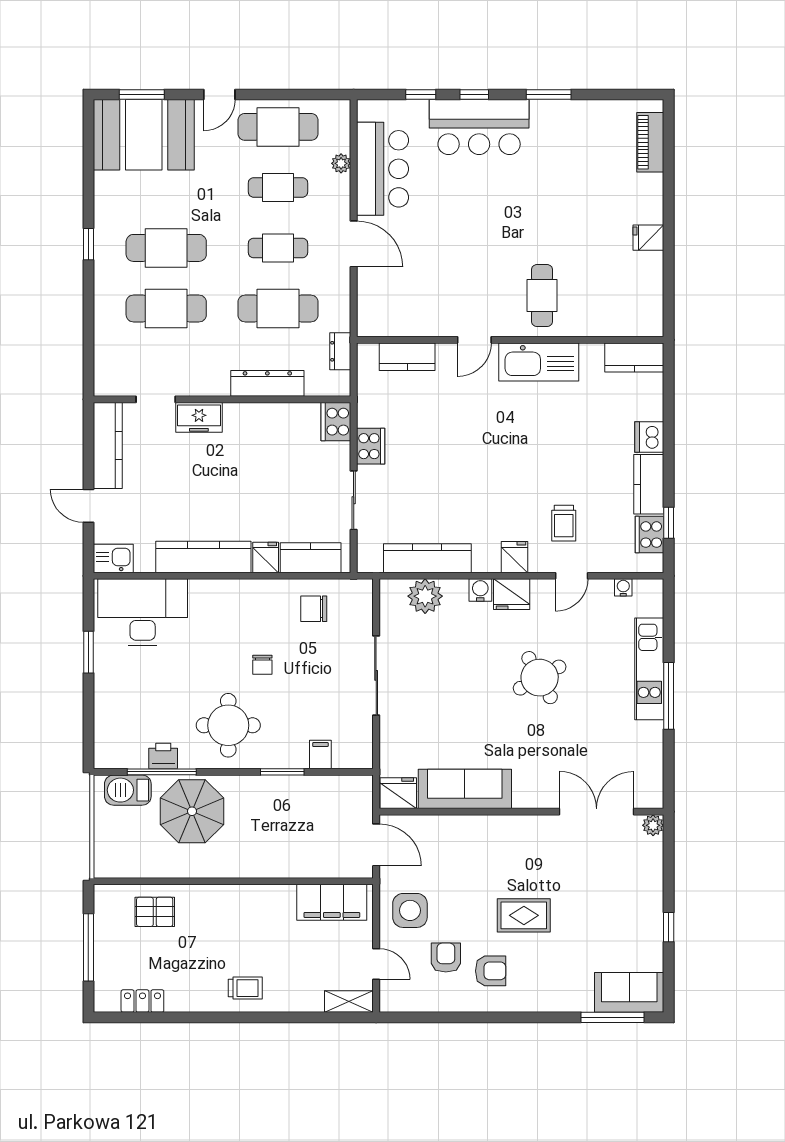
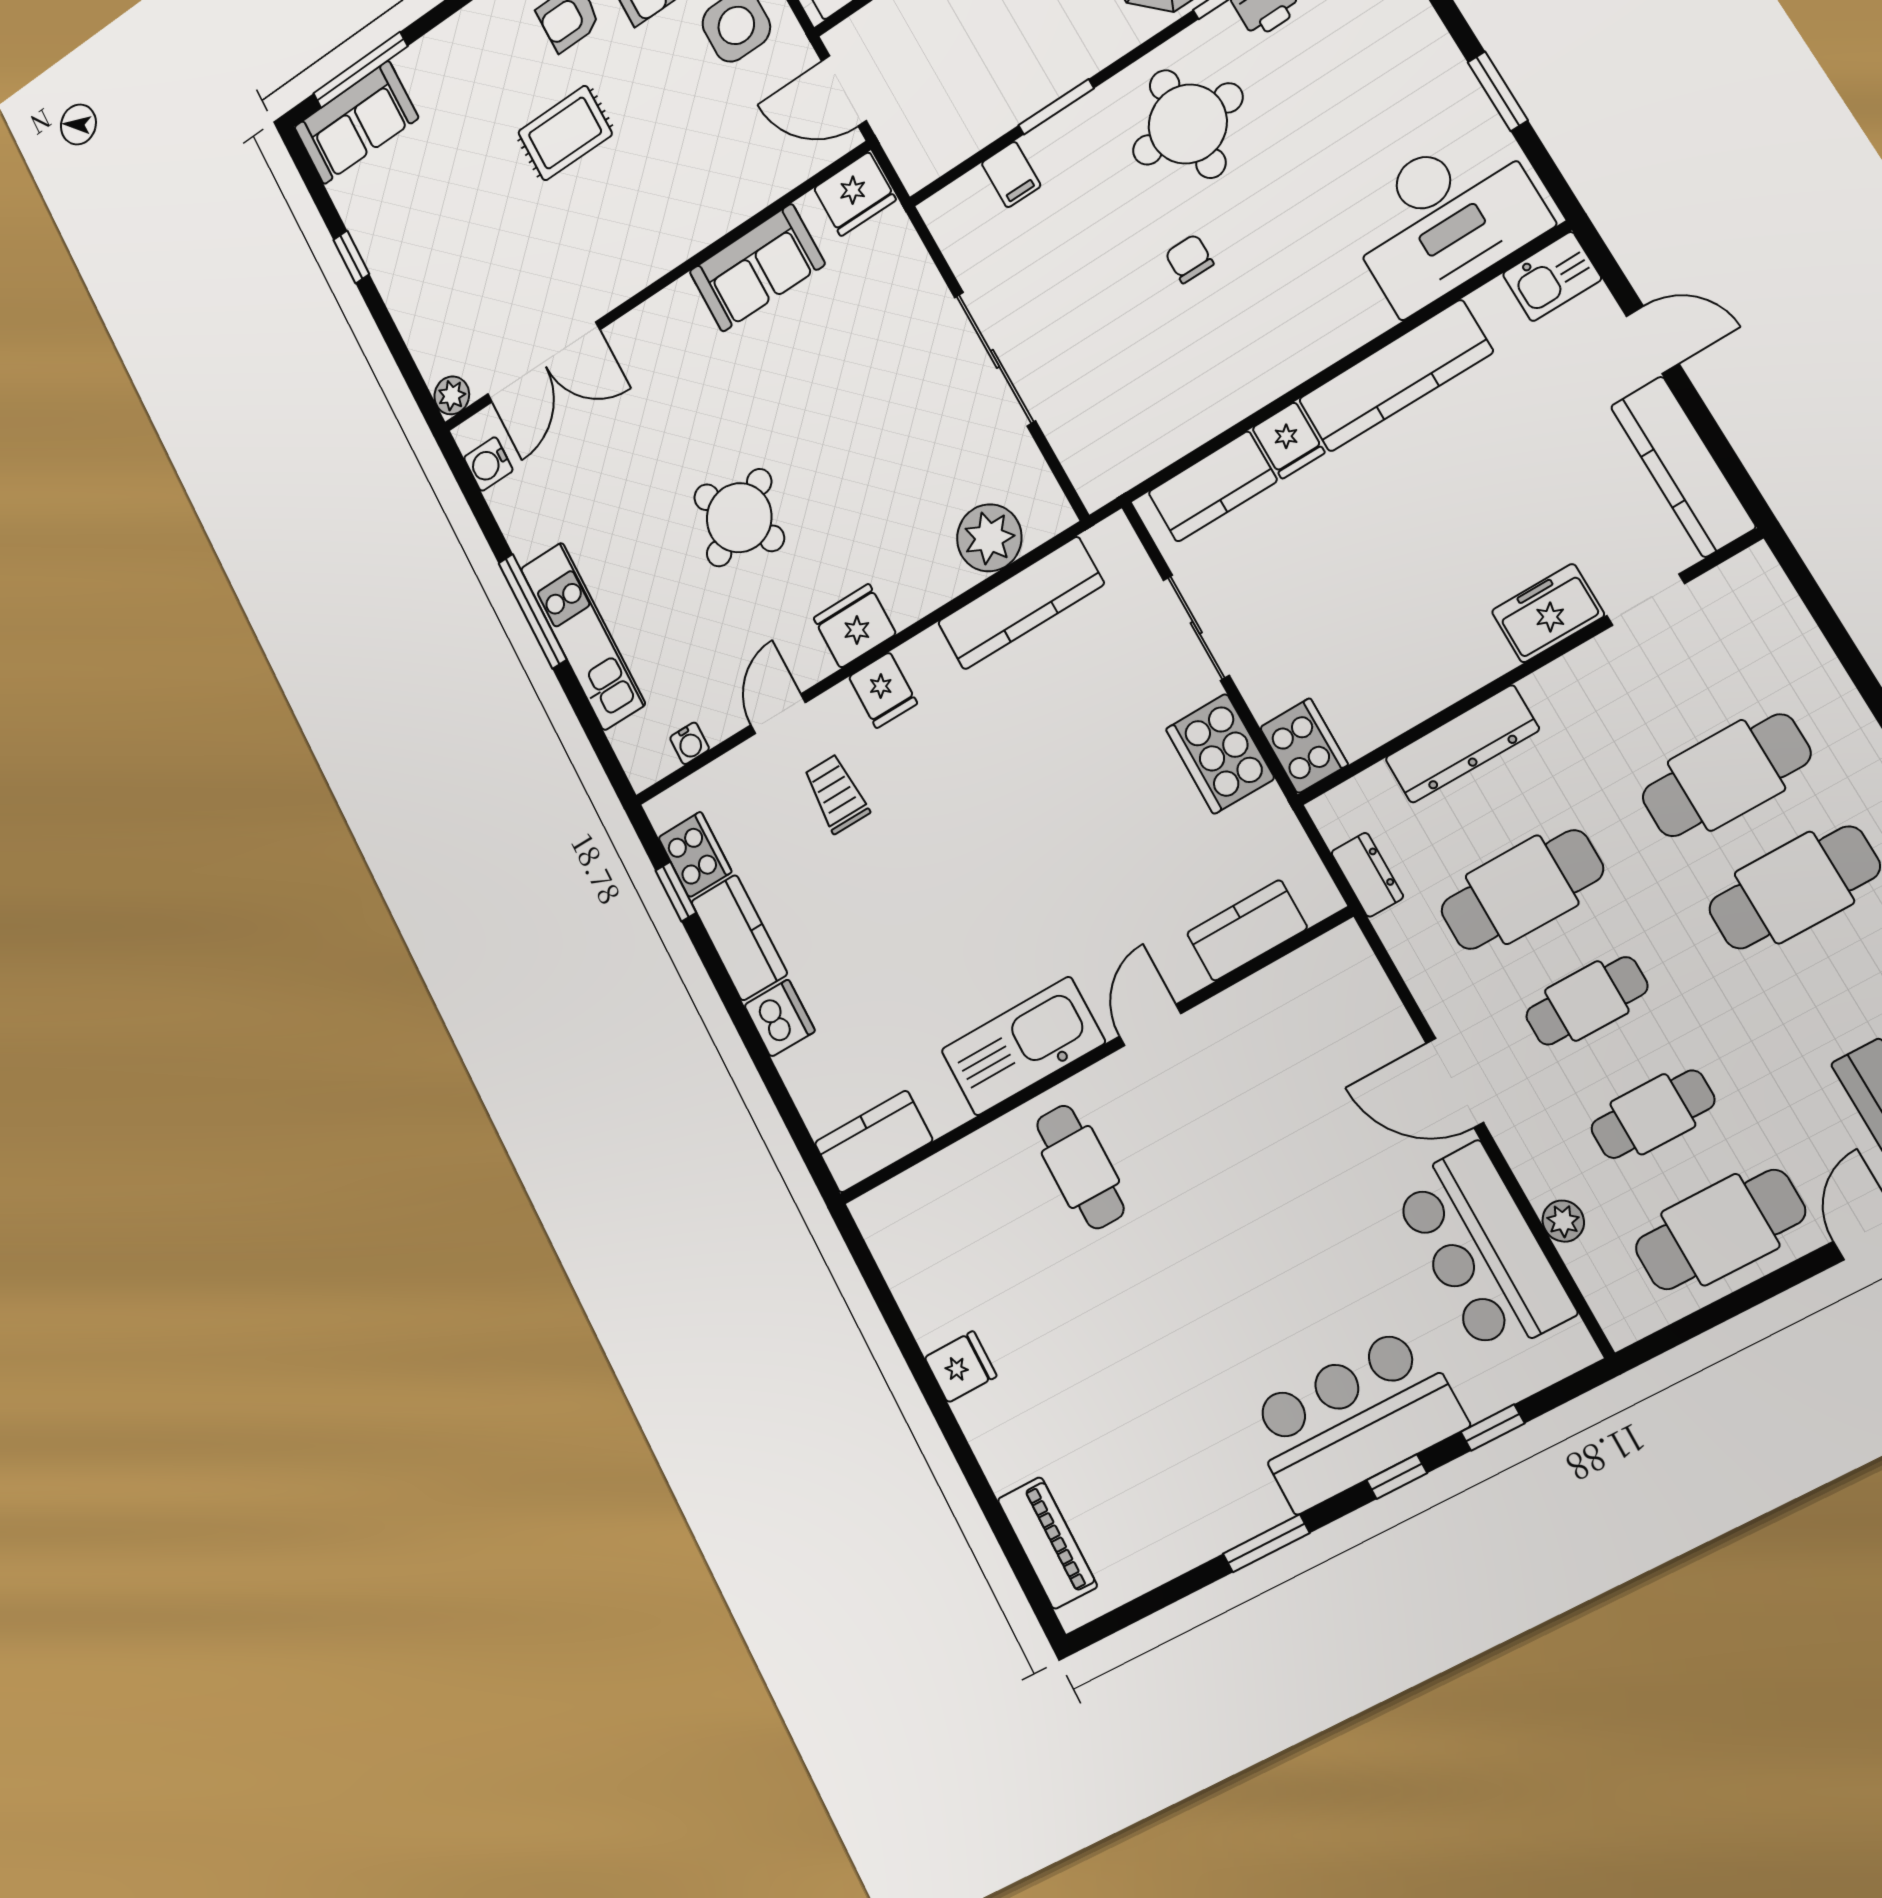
cooker: (371, 446) -> (1220, 754), width x1.37, depth x1.31
water cooler: (480, 590) -> (488, 464), moved, turned 90
chair: (314, 609) -> (1158, 405), removed
sofa: (465, 789) -> (757, 268), width x0.73

